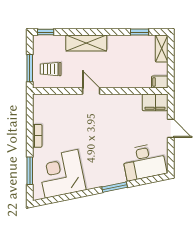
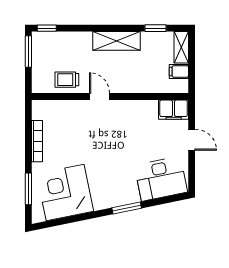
shelving: (86, 43) -> (117, 41), moved
window: (30, 68) -> (28, 51), moved
trolley: (51, 69) -> (67, 80), moved
filing cabinet: (160, 82) -> (179, 71), moved
bookcase: (37, 136) -> (37, 141), width x1.56

